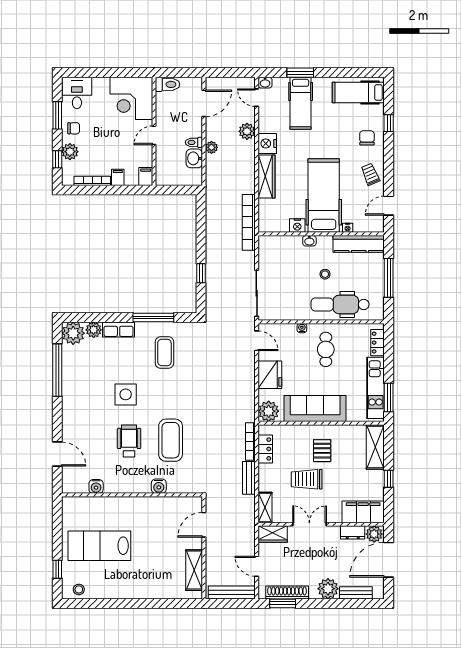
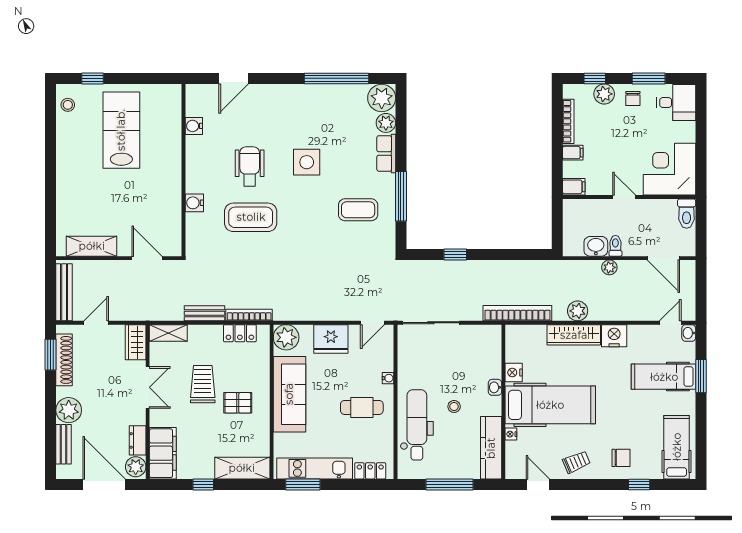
plant: (247, 131) -> (578, 311), moved
wheelchair: (129, 441) -> (250, 166), turned -90

